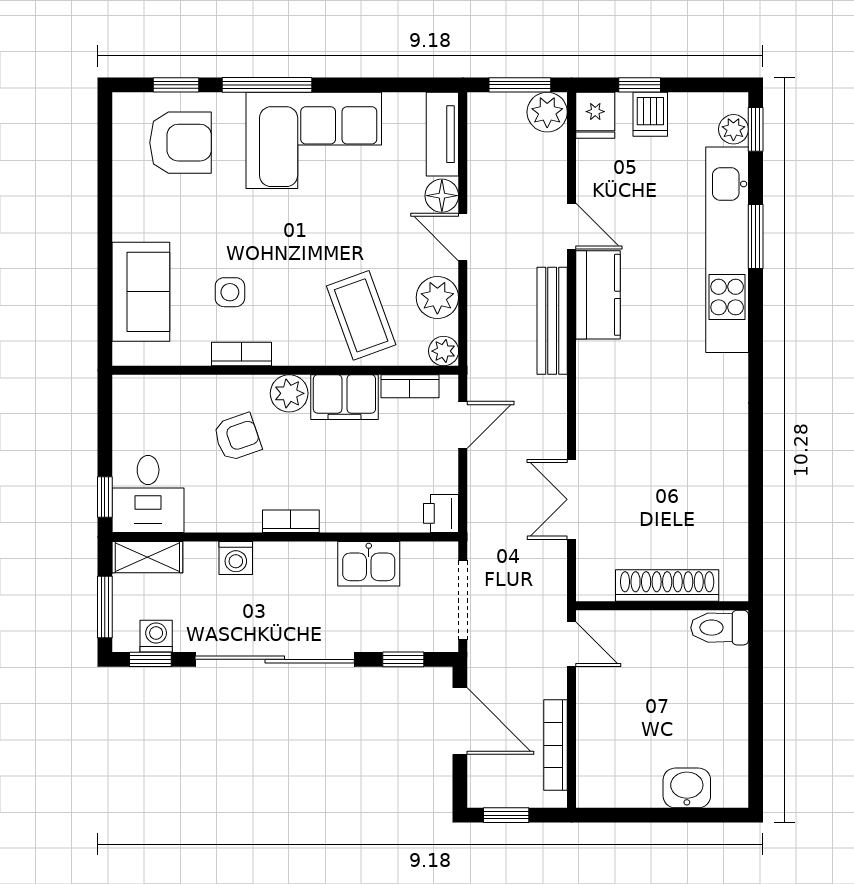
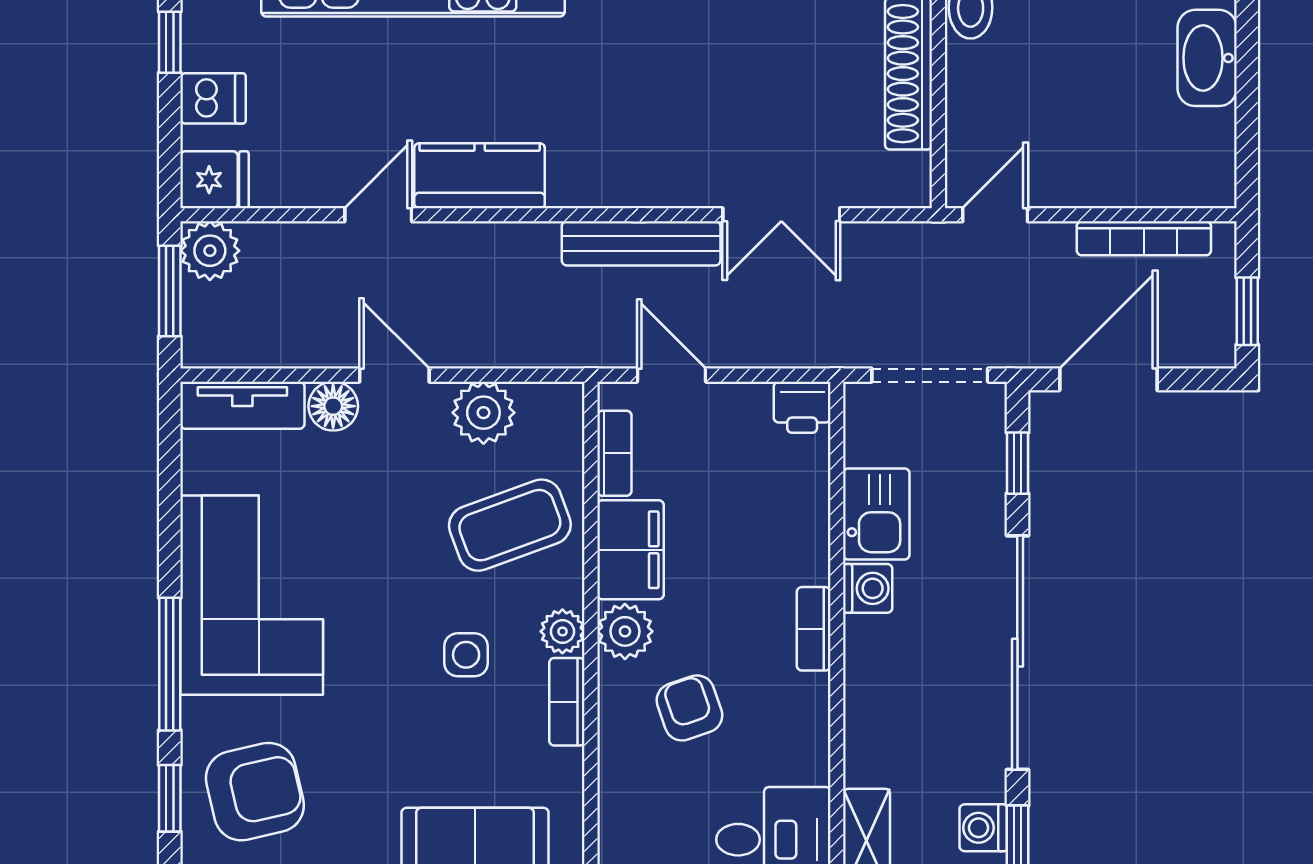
window: (640, 85) -> (170, 42), moved
armchair: (181, 143) -> (255, 792), turned 77
door: (463, 237) -> (394, 375), swing flipped
side table: (230, 292) -> (466, 655), moved
bench: (552, 321) -> (641, 243), moved
plant: (444, 351) -> (562, 631), moved
washing machine: (236, 558) -> (868, 588), moved
washbasin: (687, 788) -> (1207, 58), width x1.38

